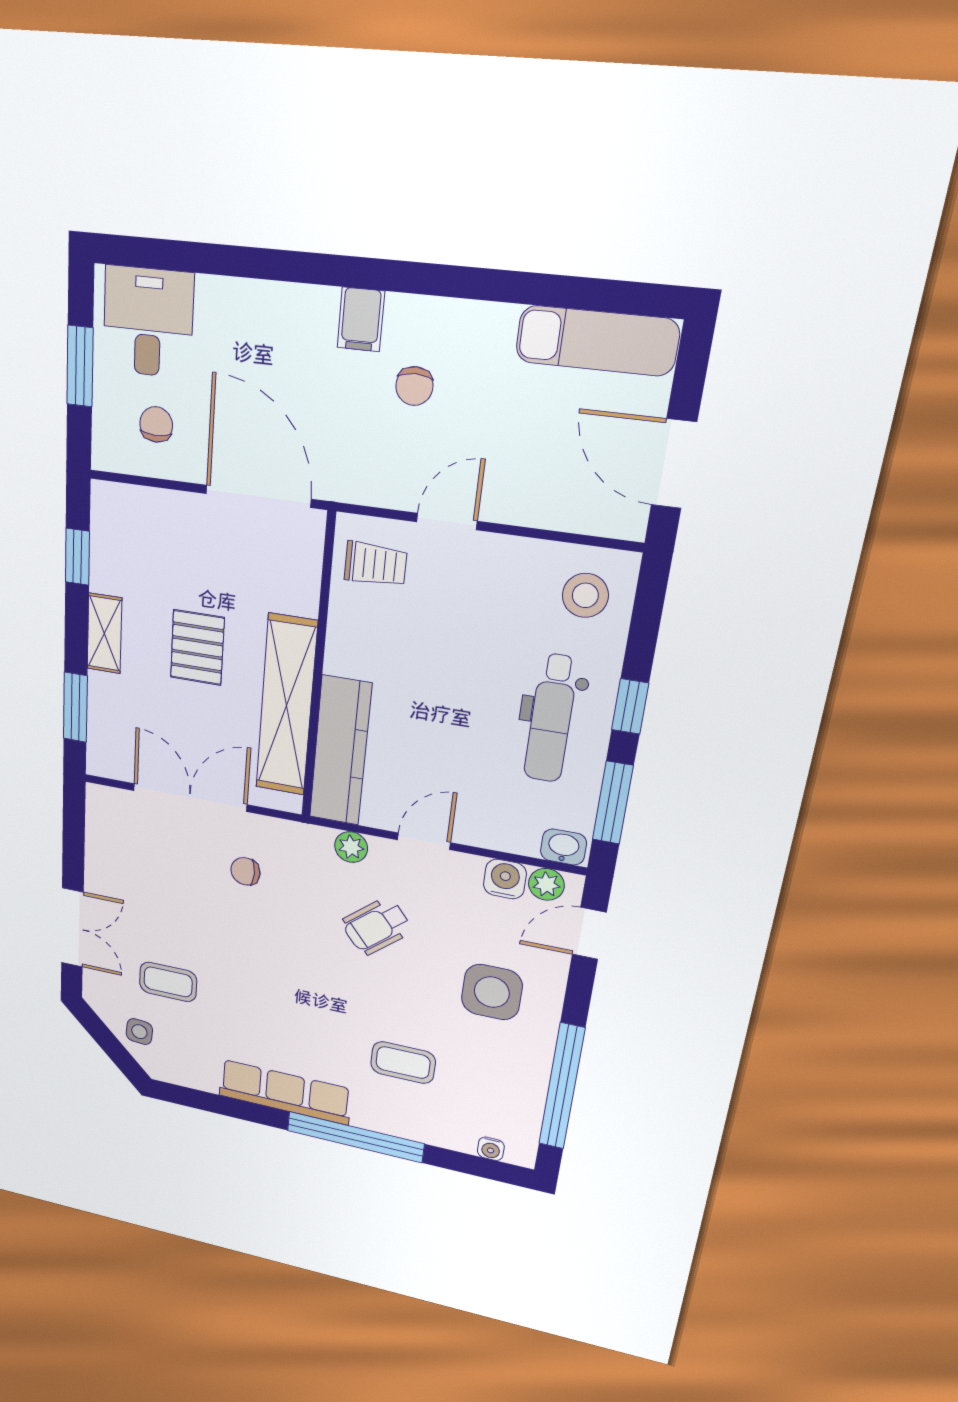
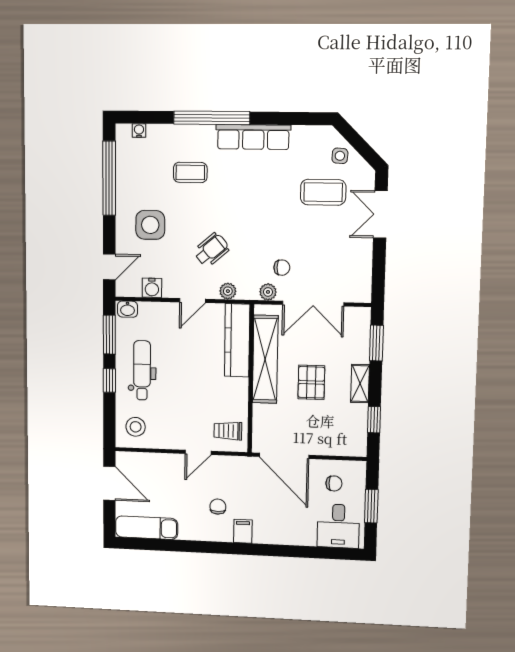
chair: (156, 424) -> (334, 483), turned -90
plant: (546, 884) -> (268, 292), moved
coffee table: (168, 982) -> (323, 192), width x1.36, depth x1.30

